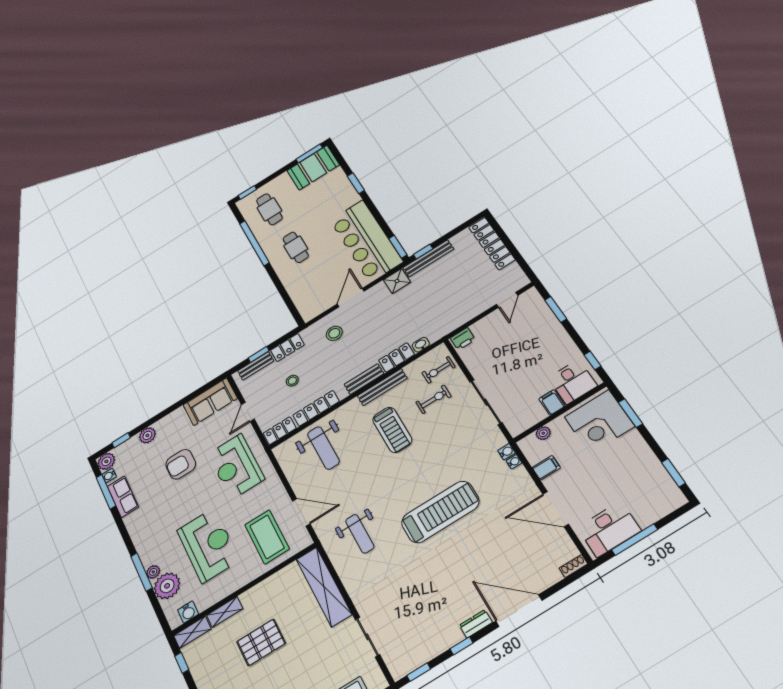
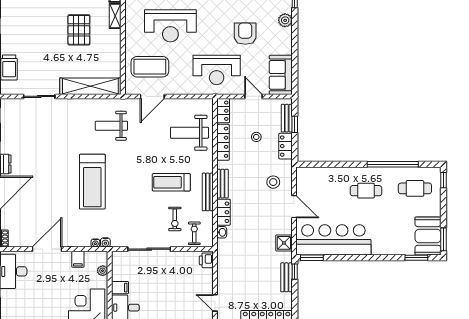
window: (356, 183) -> (416, 258), moved
bench: (428, 258) -> (286, 277), width x0.73
reception desk: (236, 466) -> (217, 70), turned 180

